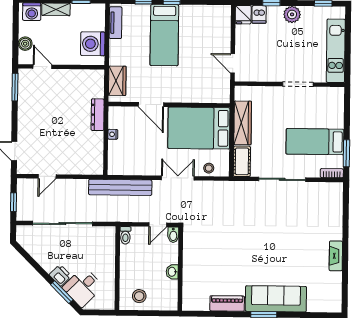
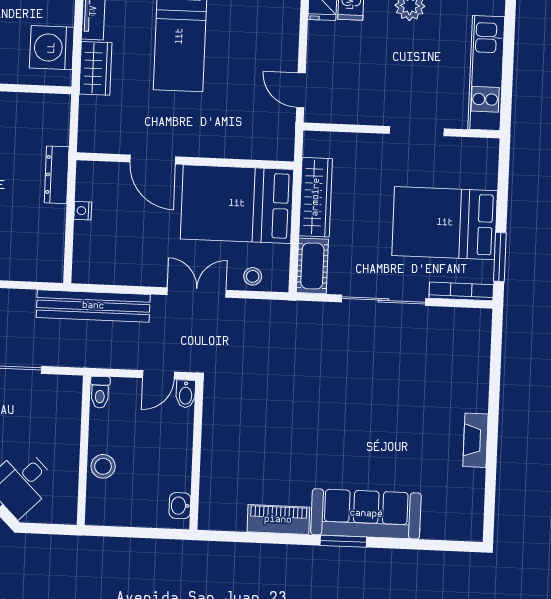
wardrobe: (117, 81) -> (96, 68), moved
bed: (315, 142) -> (445, 223), width x1.50
bookcase: (332, 173) -> (461, 291), width x1.56
washbasin: (172, 272) -> (180, 506), moved
stool: (139, 296) -> (103, 466), moved

